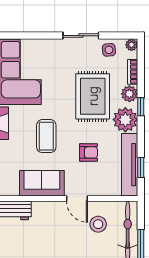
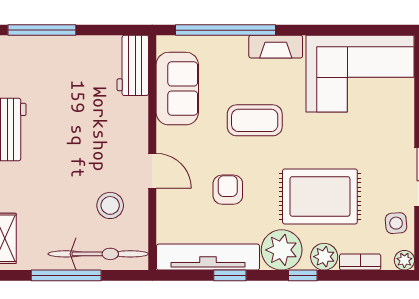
armchair: (88, 152) -> (228, 190), turned 180
window: (141, 167) -> (230, 275), moved
sofa: (42, 183) -> (177, 89), moved
door: (77, 198) -> (152, 171), swing flipped

